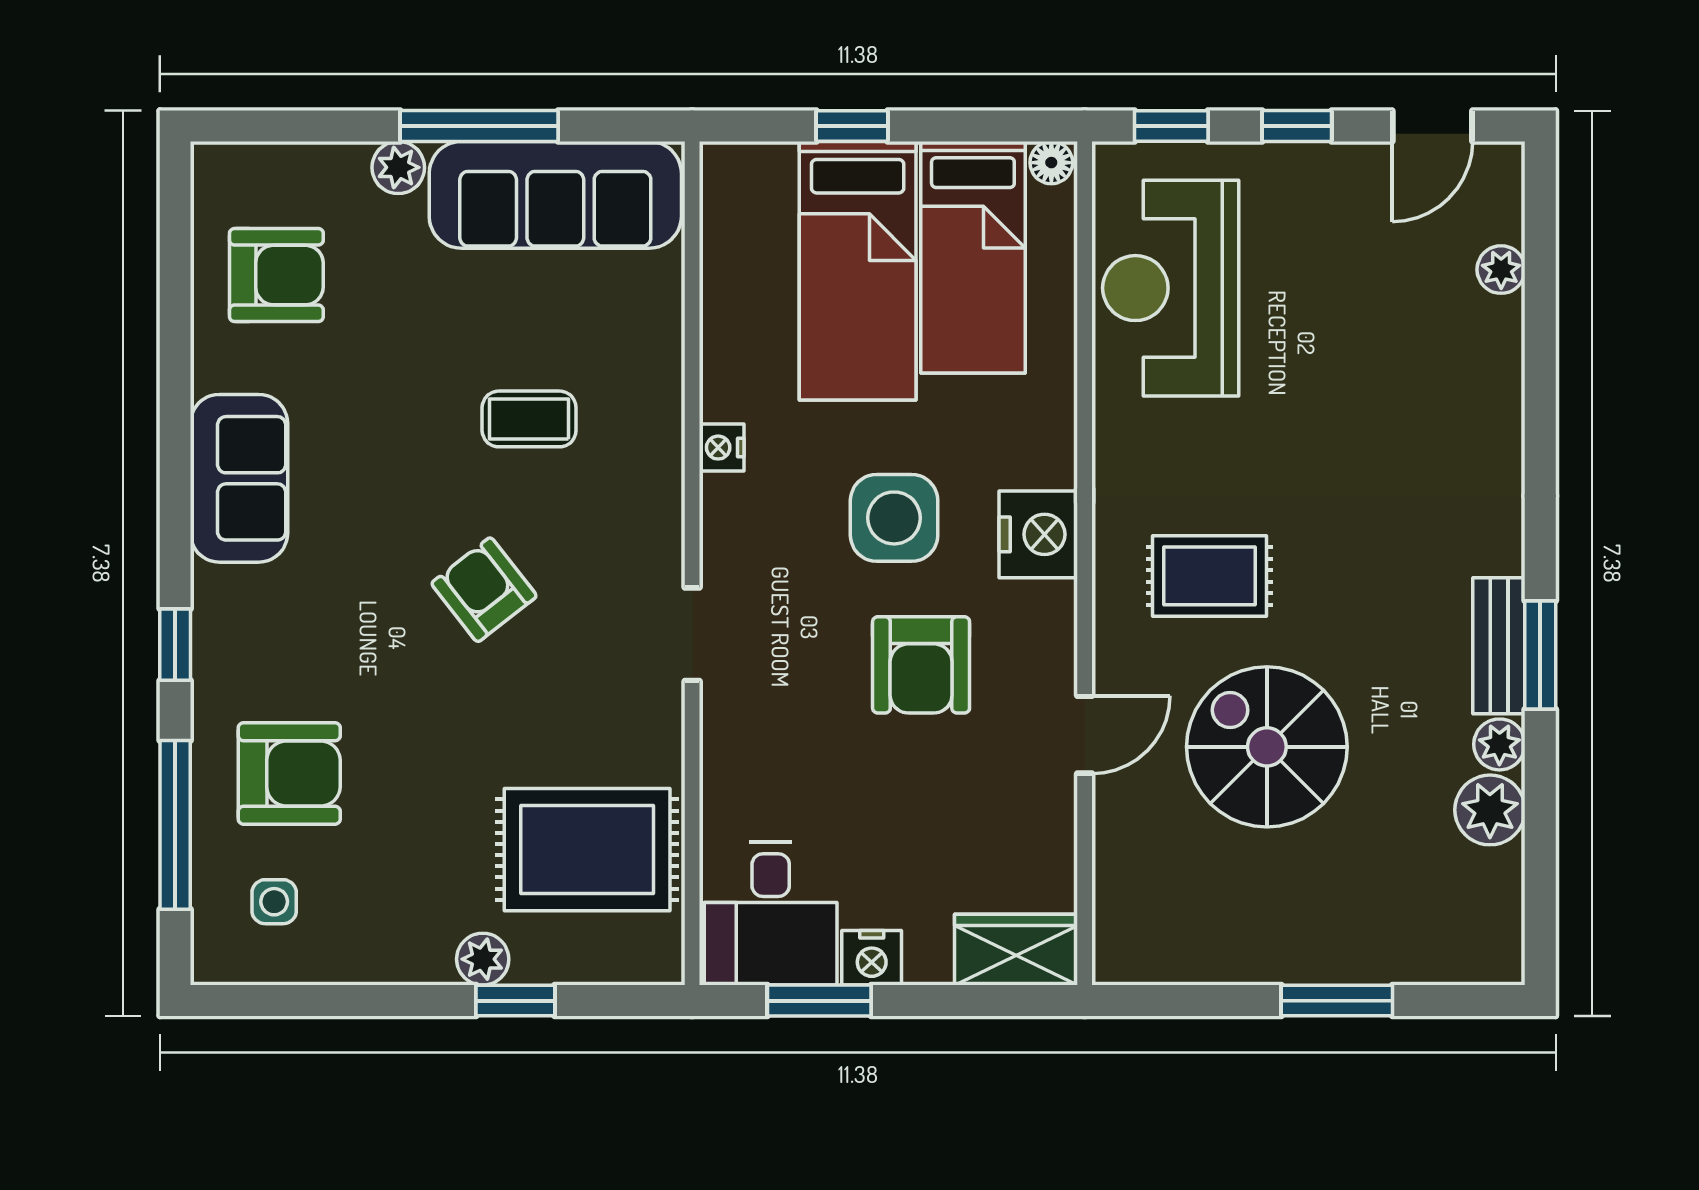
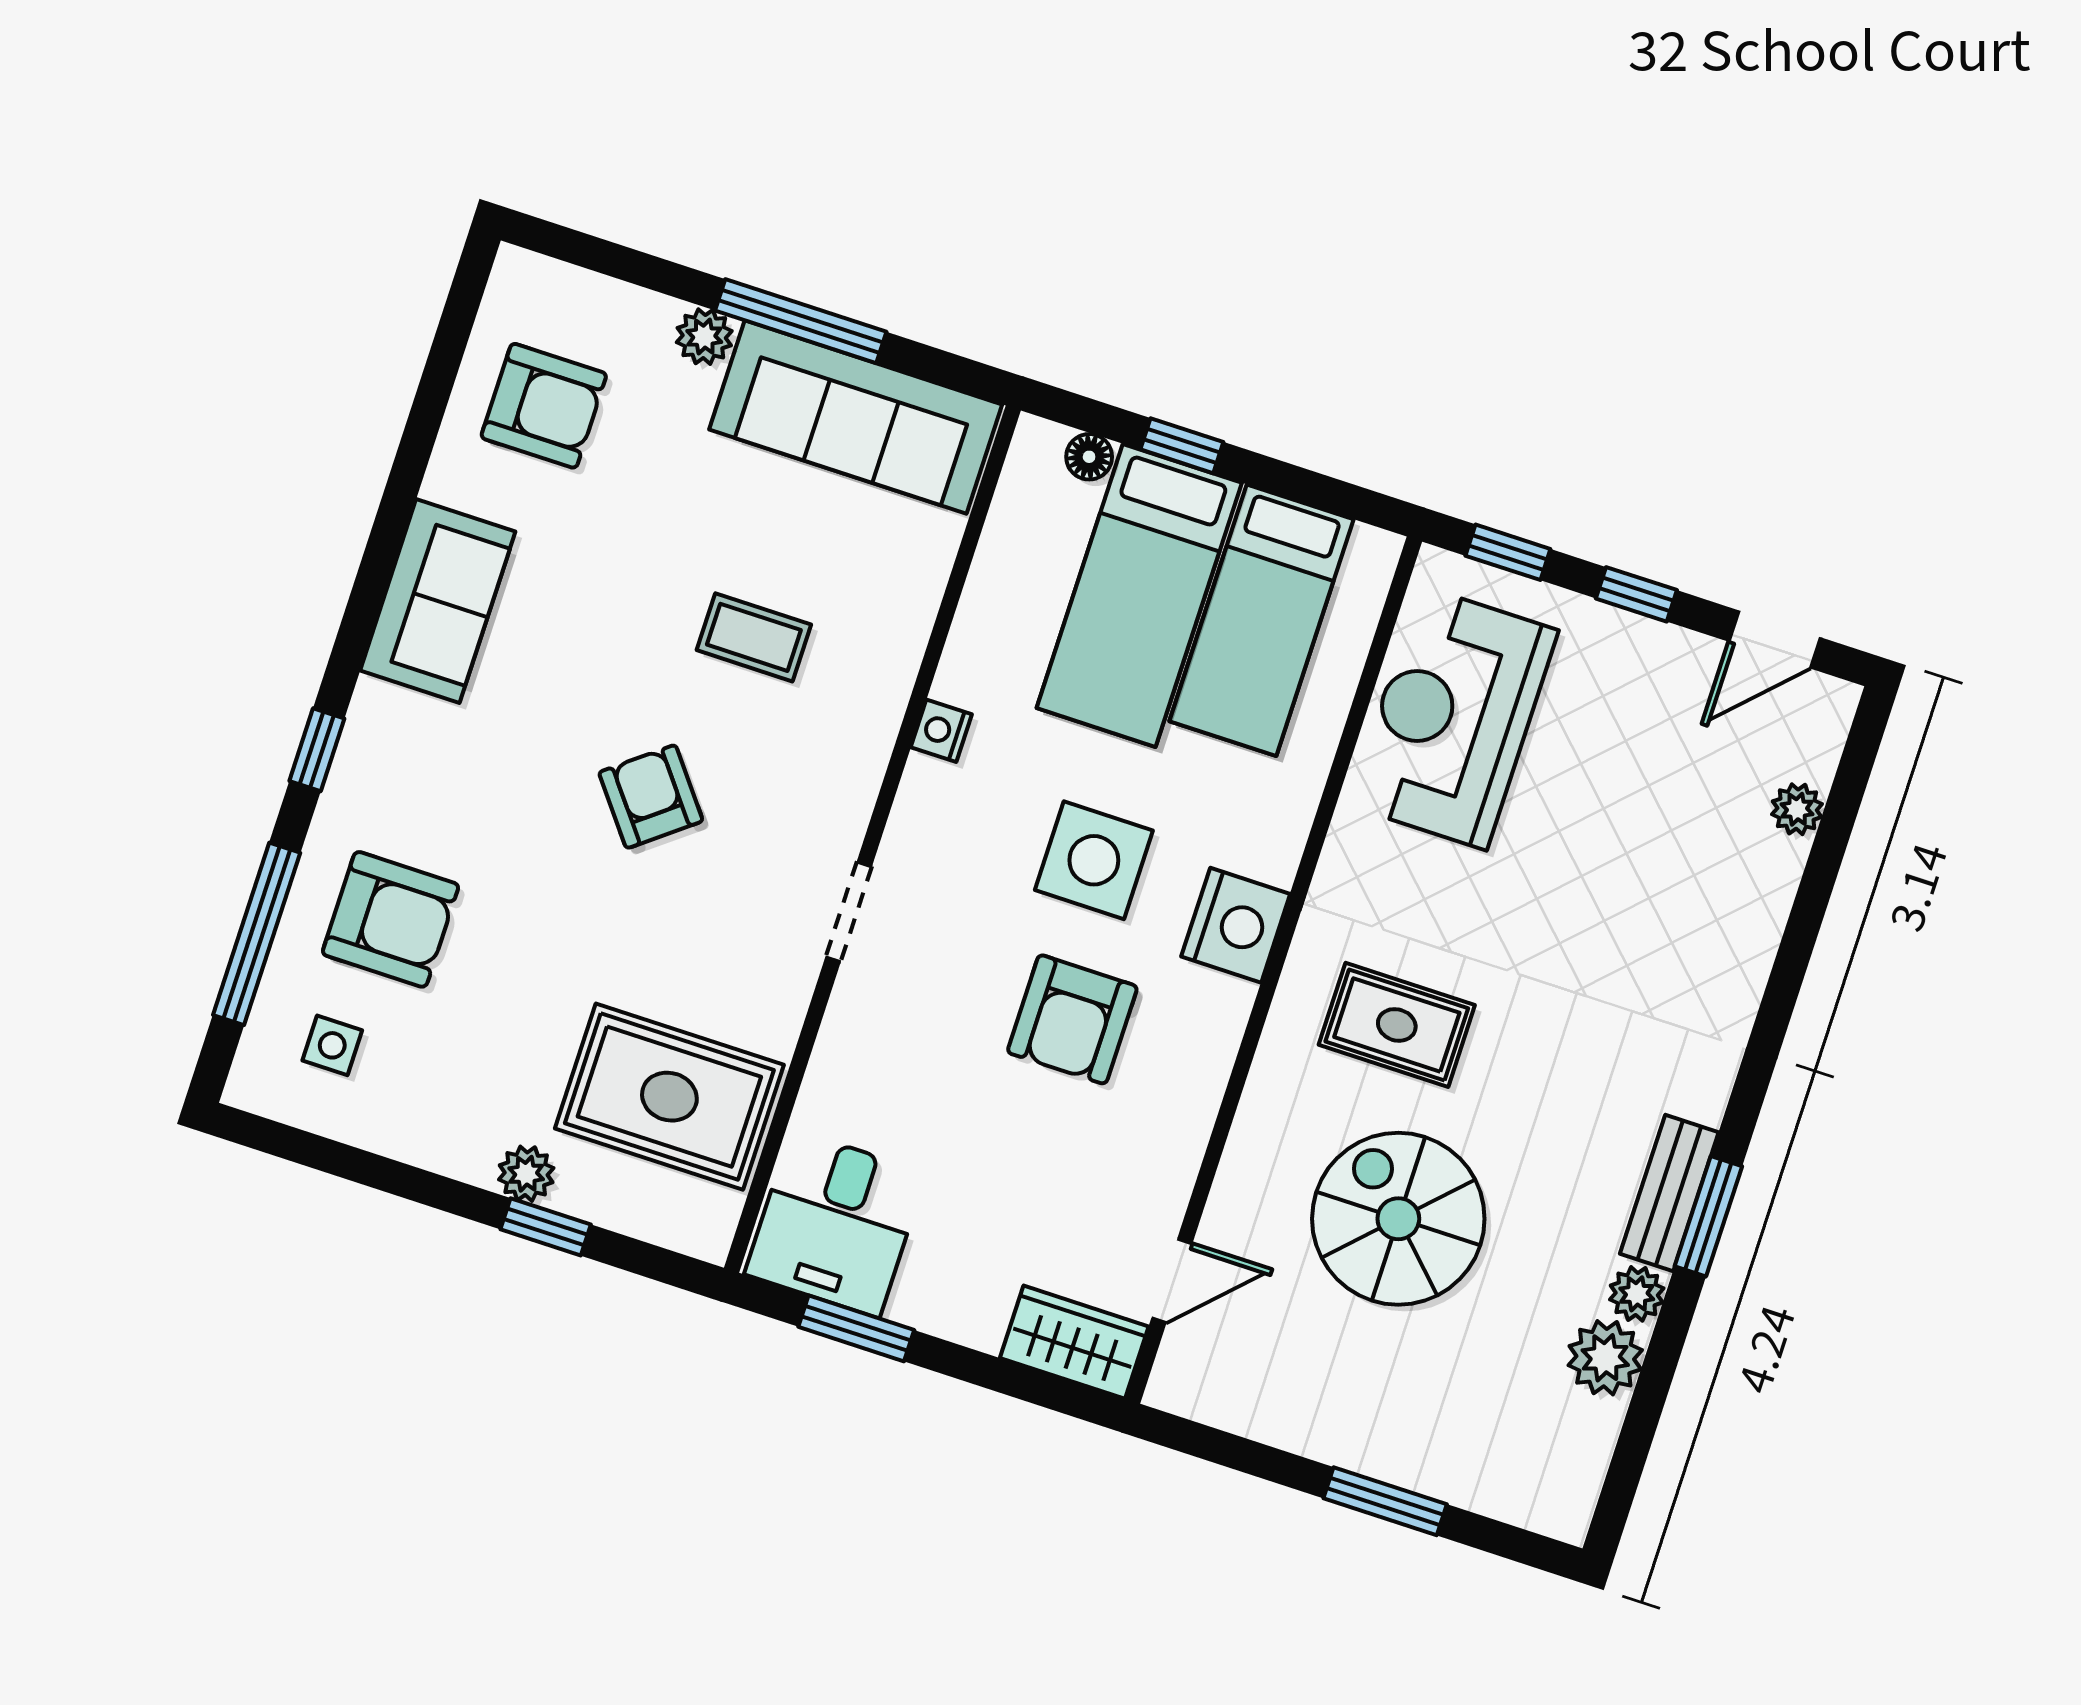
floor lamp: (1051, 163) -> (1089, 457), moved
door: (1085, 735) -> (1172, 1281), moved
nightstand: (872, 958) -> (924, 1302), removed

